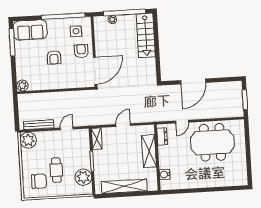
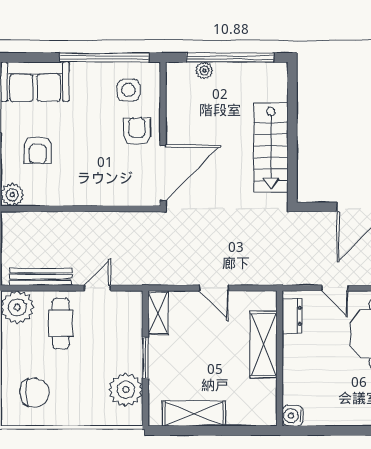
stairs: (146, 35) -> (271, 148), moved
armchair: (54, 57) -> (38, 150), moved
door: (182, 122) -> (335, 288), hinge flipped
door: (123, 125) -> (214, 288), swing flipped
cafe table: (56, 170) -> (61, 324), moved
water cooler: (165, 174) -> (293, 416), moved
shelving: (124, 186) -> (194, 413), width x0.68

